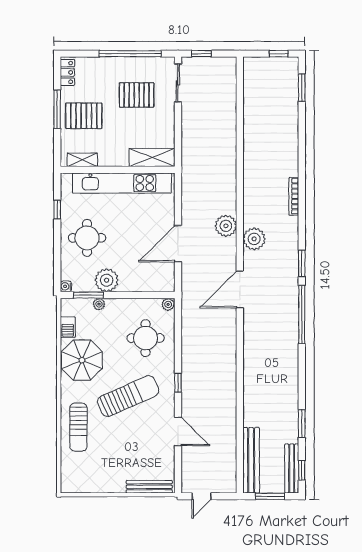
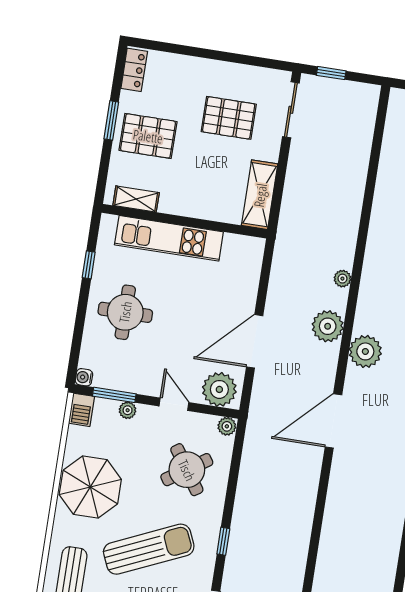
window: (130, 54) -> (229, 57), removed
window: (57, 109) -> (111, 120), width x0.69
shelving: (152, 158) -> (260, 195), moved, turned 90
kitchen unit: (122, 183) -> (169, 238), width x0.73
plant: (231, 192) -> (342, 279), added
plant: (107, 280) -> (219, 389), moved
door: (130, 295) -> (174, 404), added
barbecue: (68, 327) -> (81, 410), moved
round table: (146, 338) -> (187, 470), turned -34

